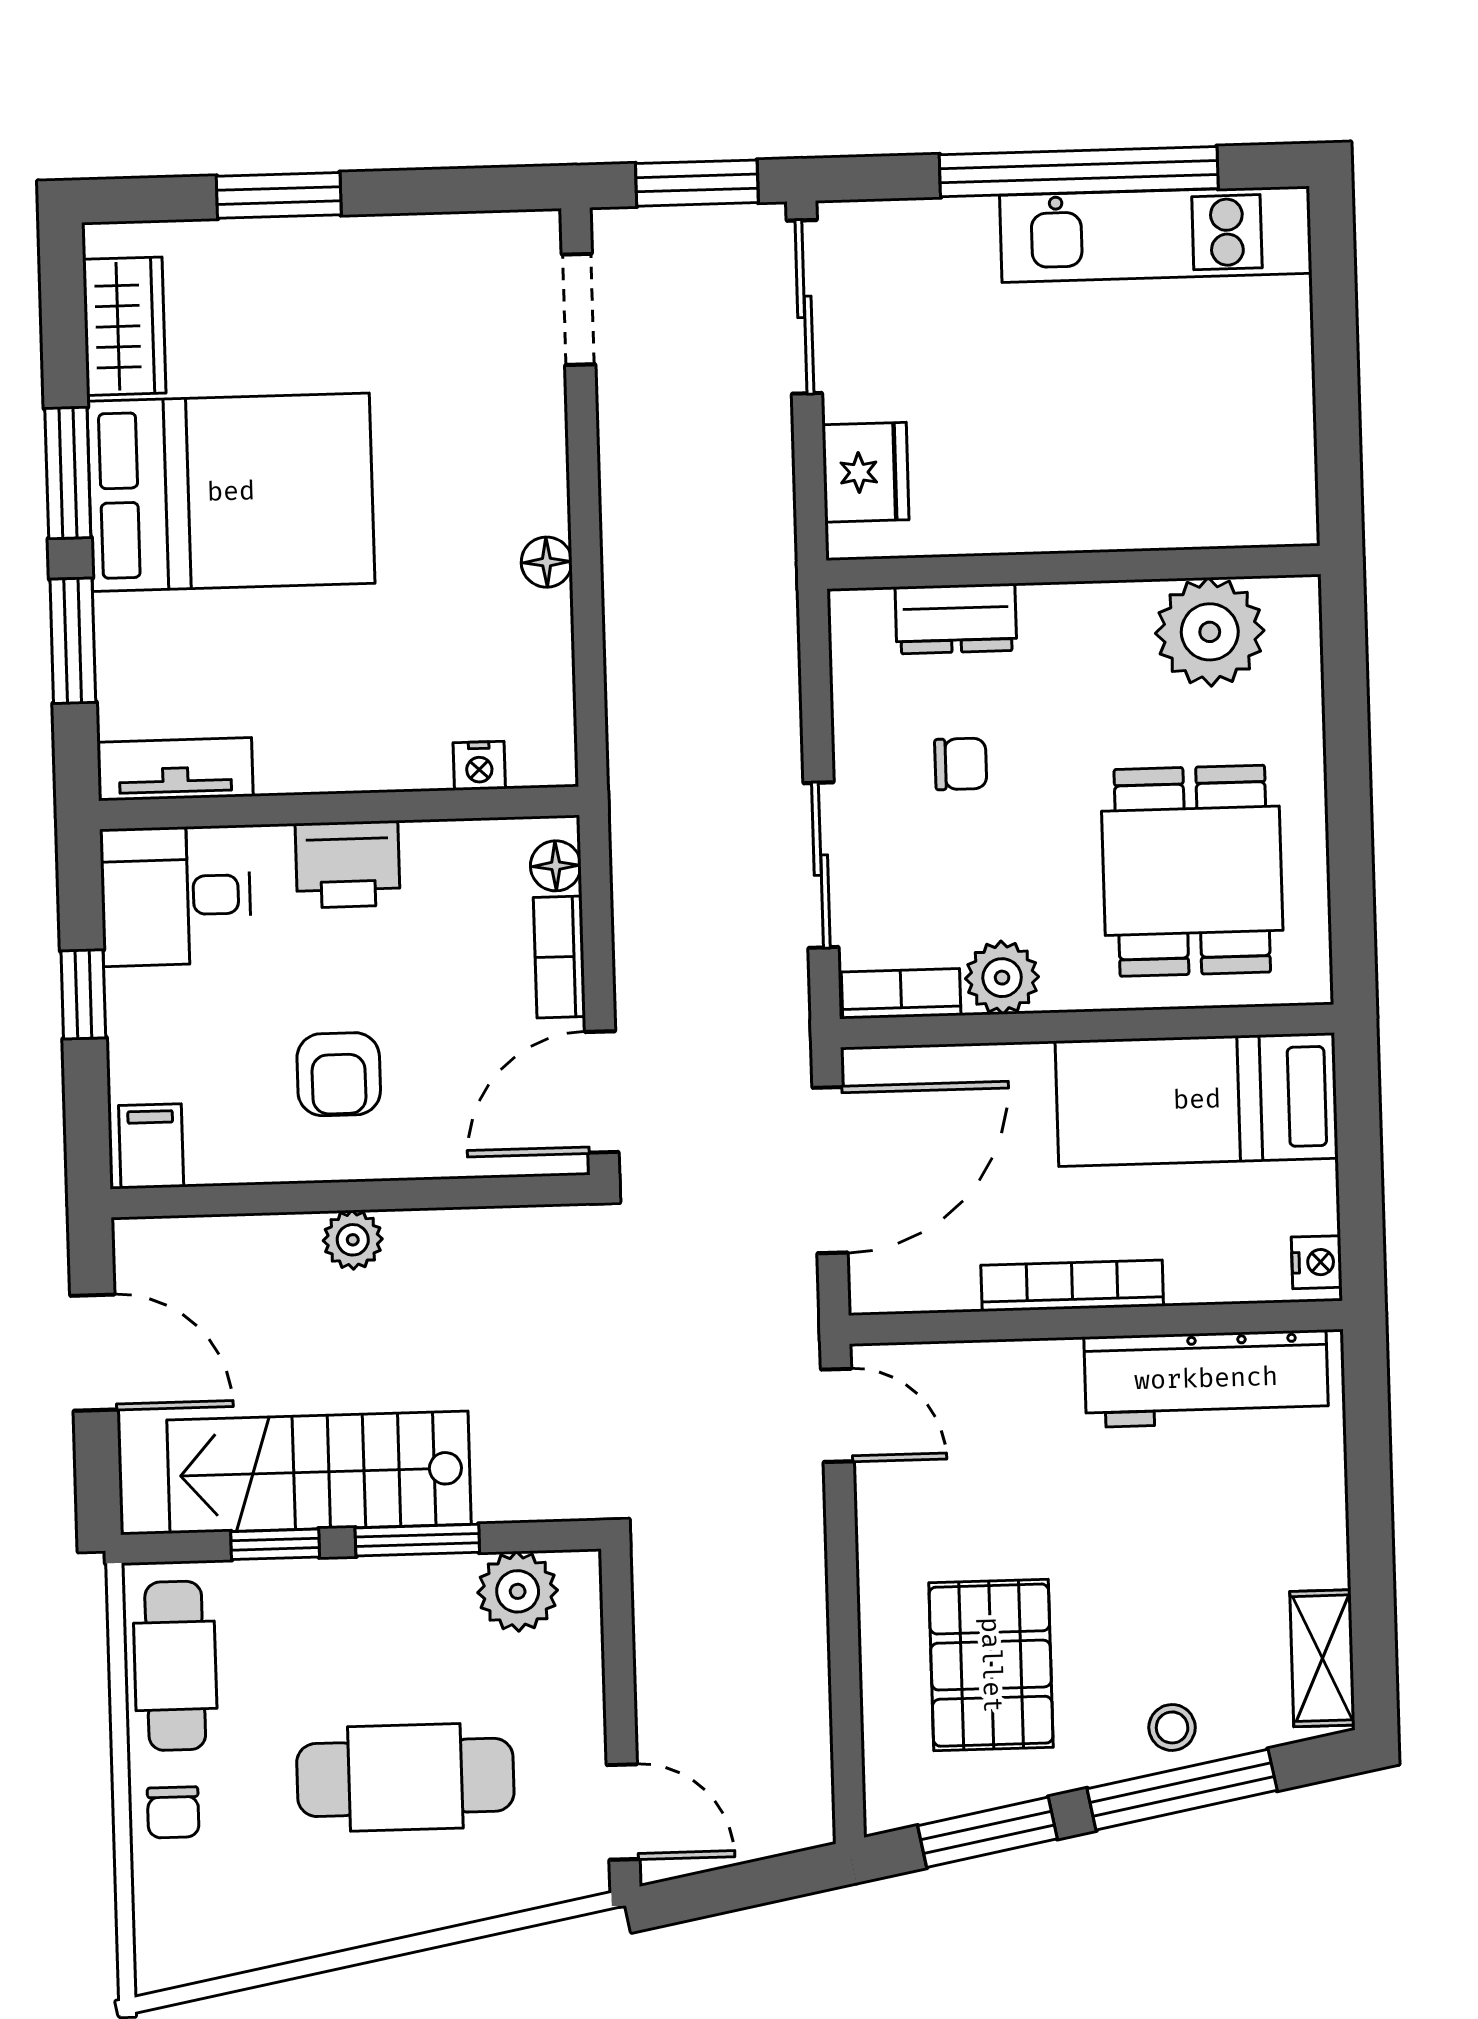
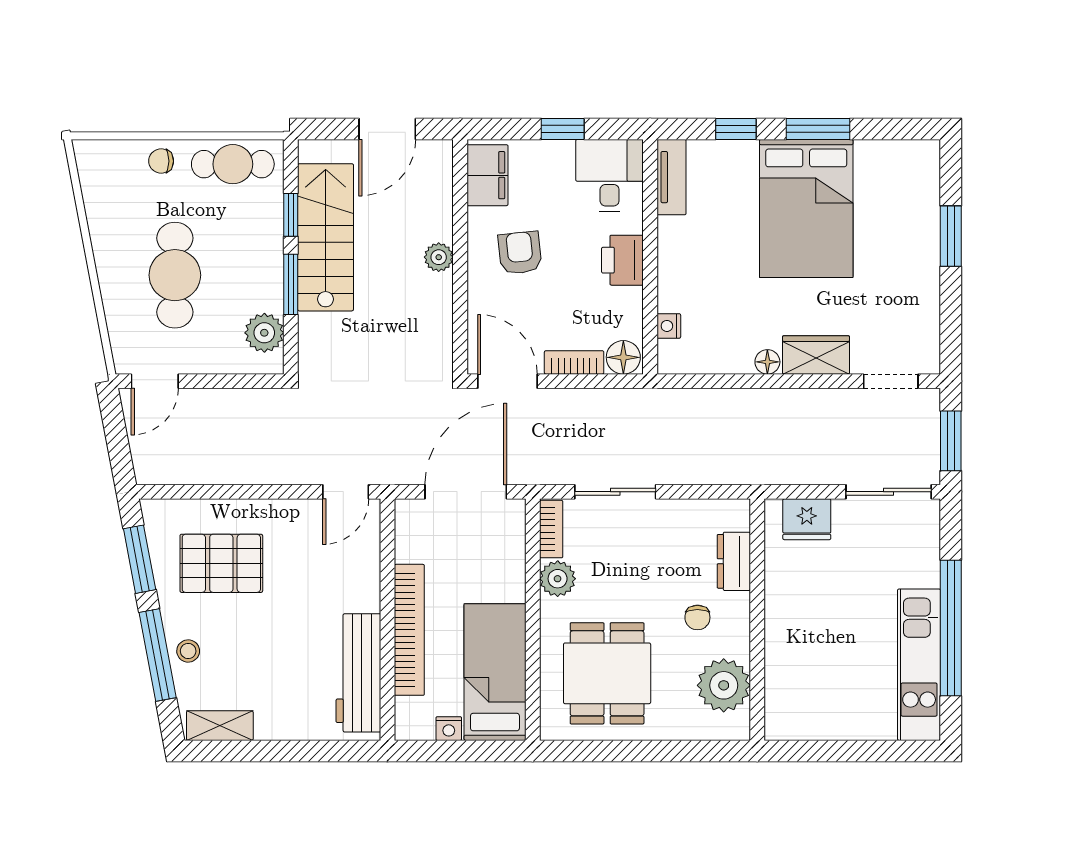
wardrobe: (124, 326) -> (816, 355), moved, turned 180
window: (73, 641) -> (736, 129), width x0.67
chair: (961, 764) -> (697, 617), moved
floor lamp: (556, 866) -> (623, 357), width x1.37, depth x1.37
dining table: (1192, 871) -> (607, 673), turned 90
armchair: (339, 1074) -> (520, 253), turned 84
filing cabinet: (151, 1146) -> (487, 175), width x2.00
door: (830, 1170) -> (466, 492), swing flipped
nightstand: (1317, 1262) -> (449, 729), moved
bookcase: (1072, 1286) -> (409, 630), width x1.48, depth x1.31

